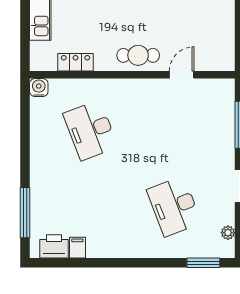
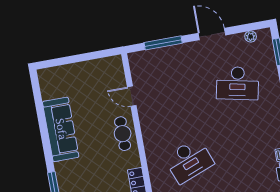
desk: (174, 206) -> (237, 83), turned 33

